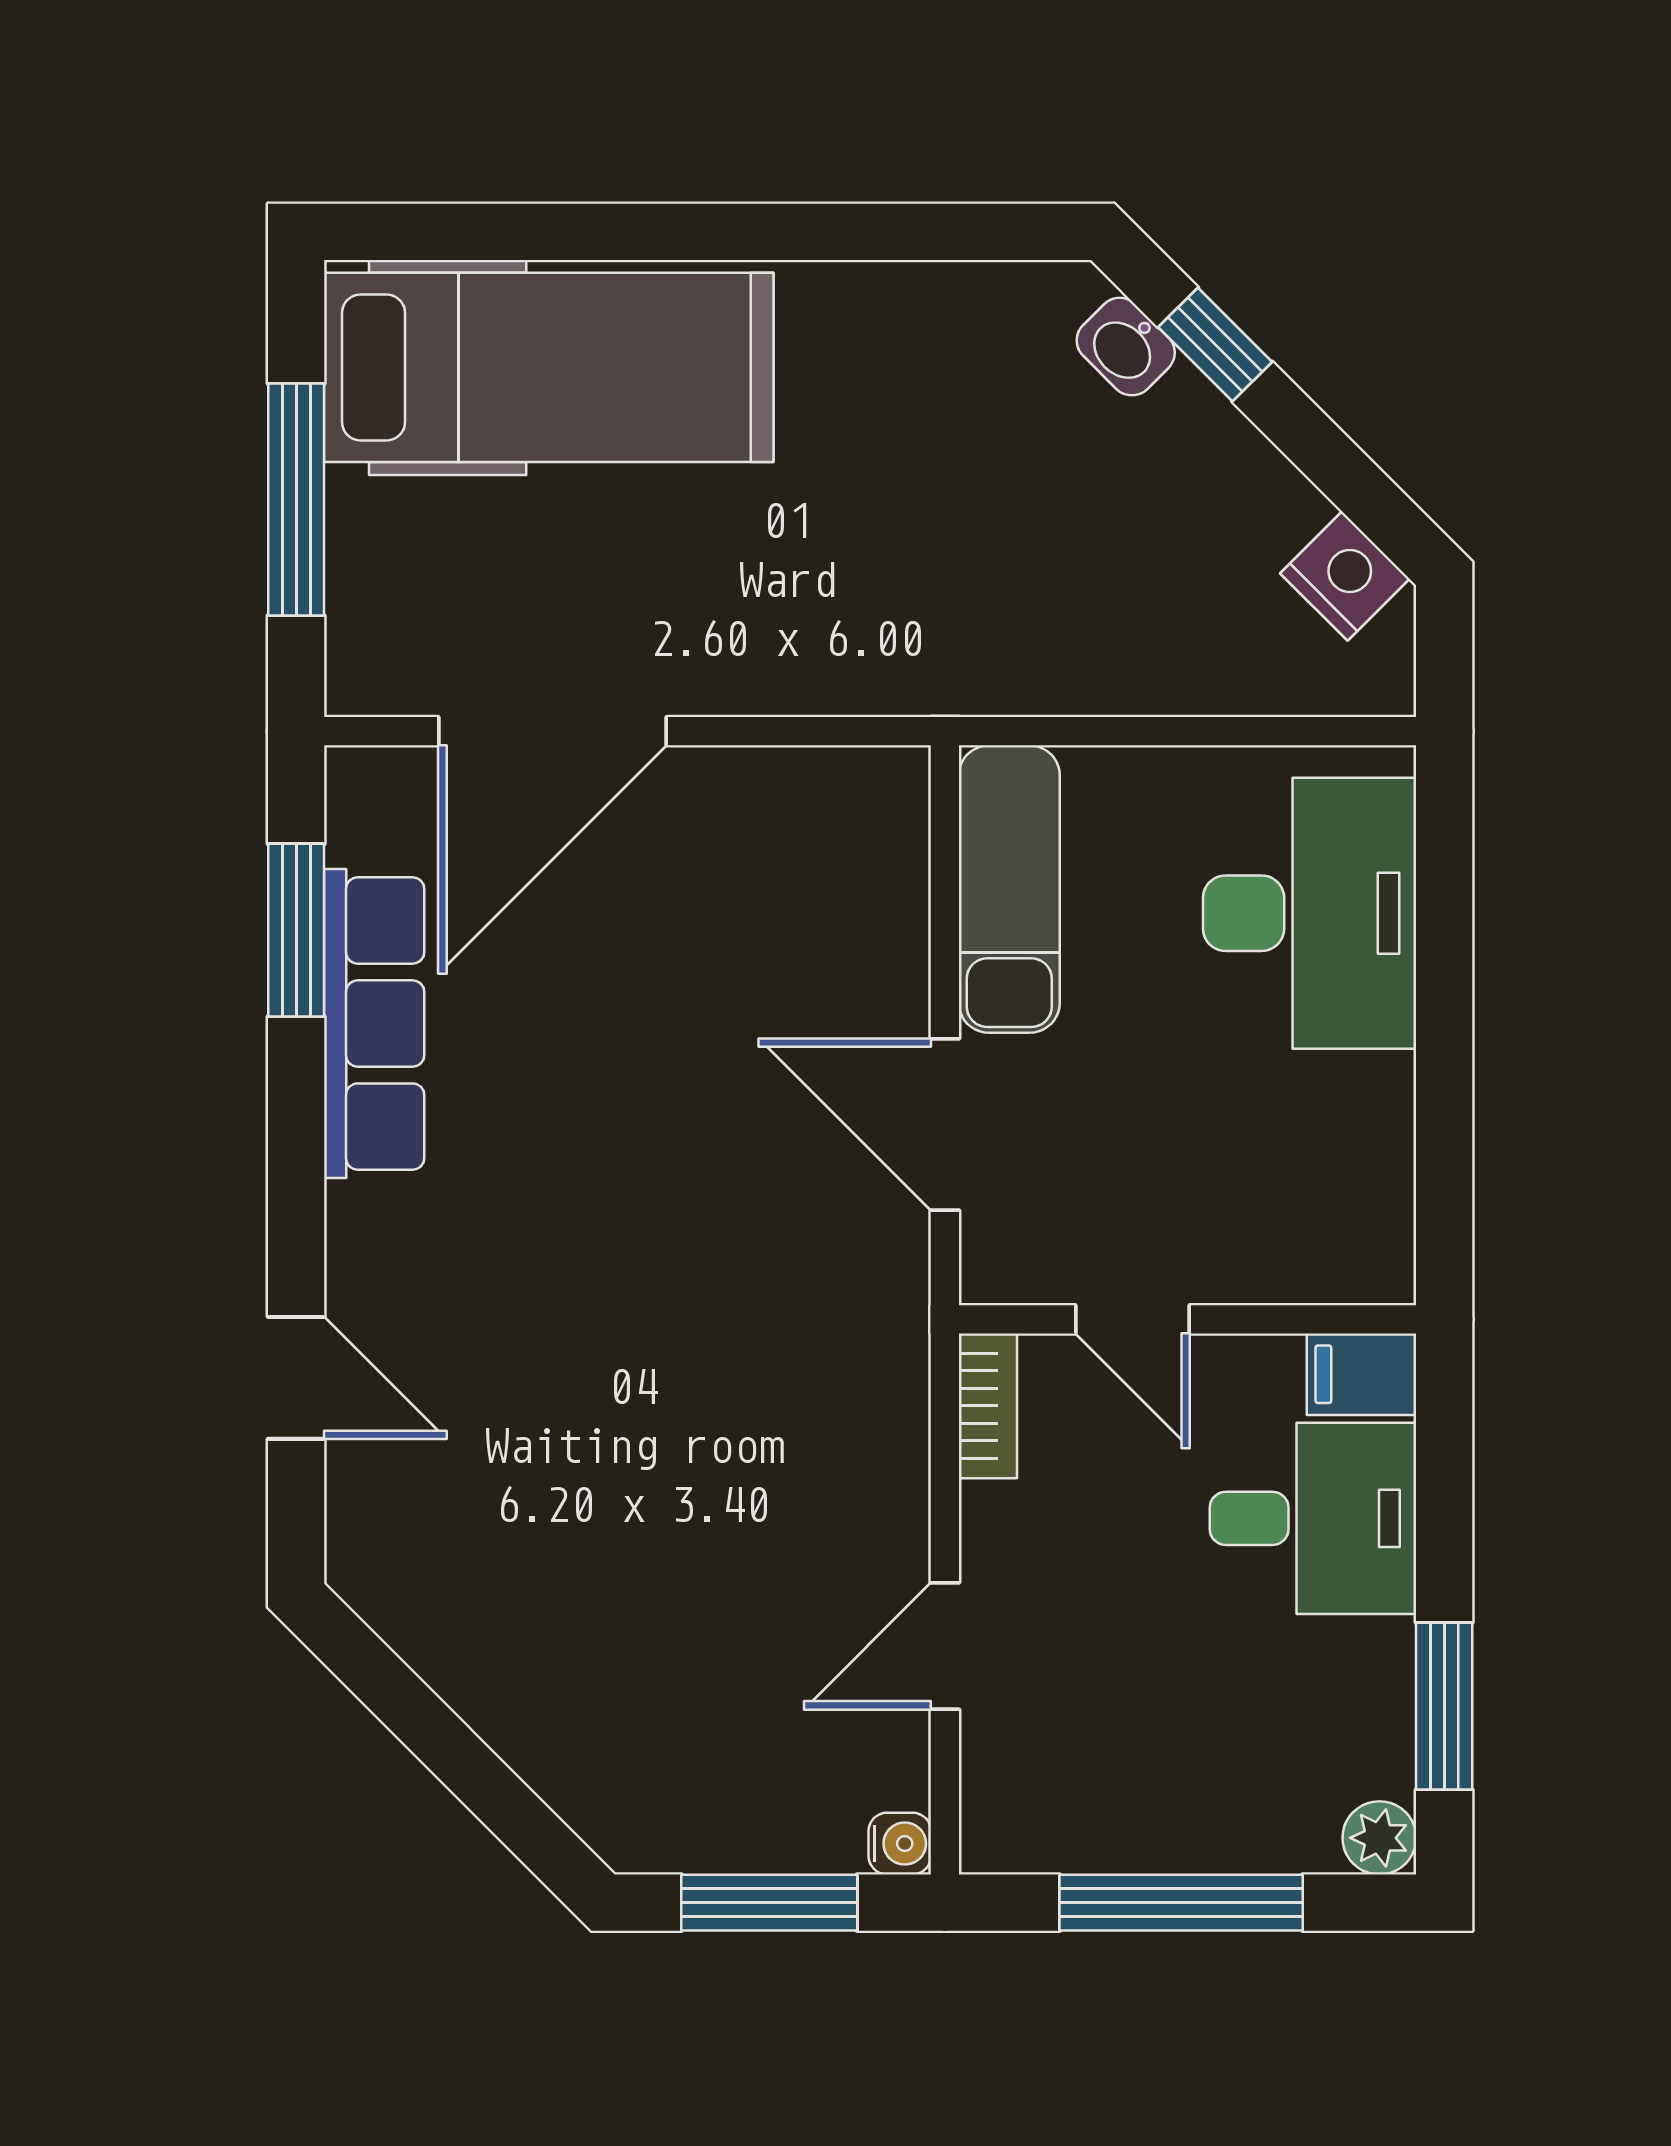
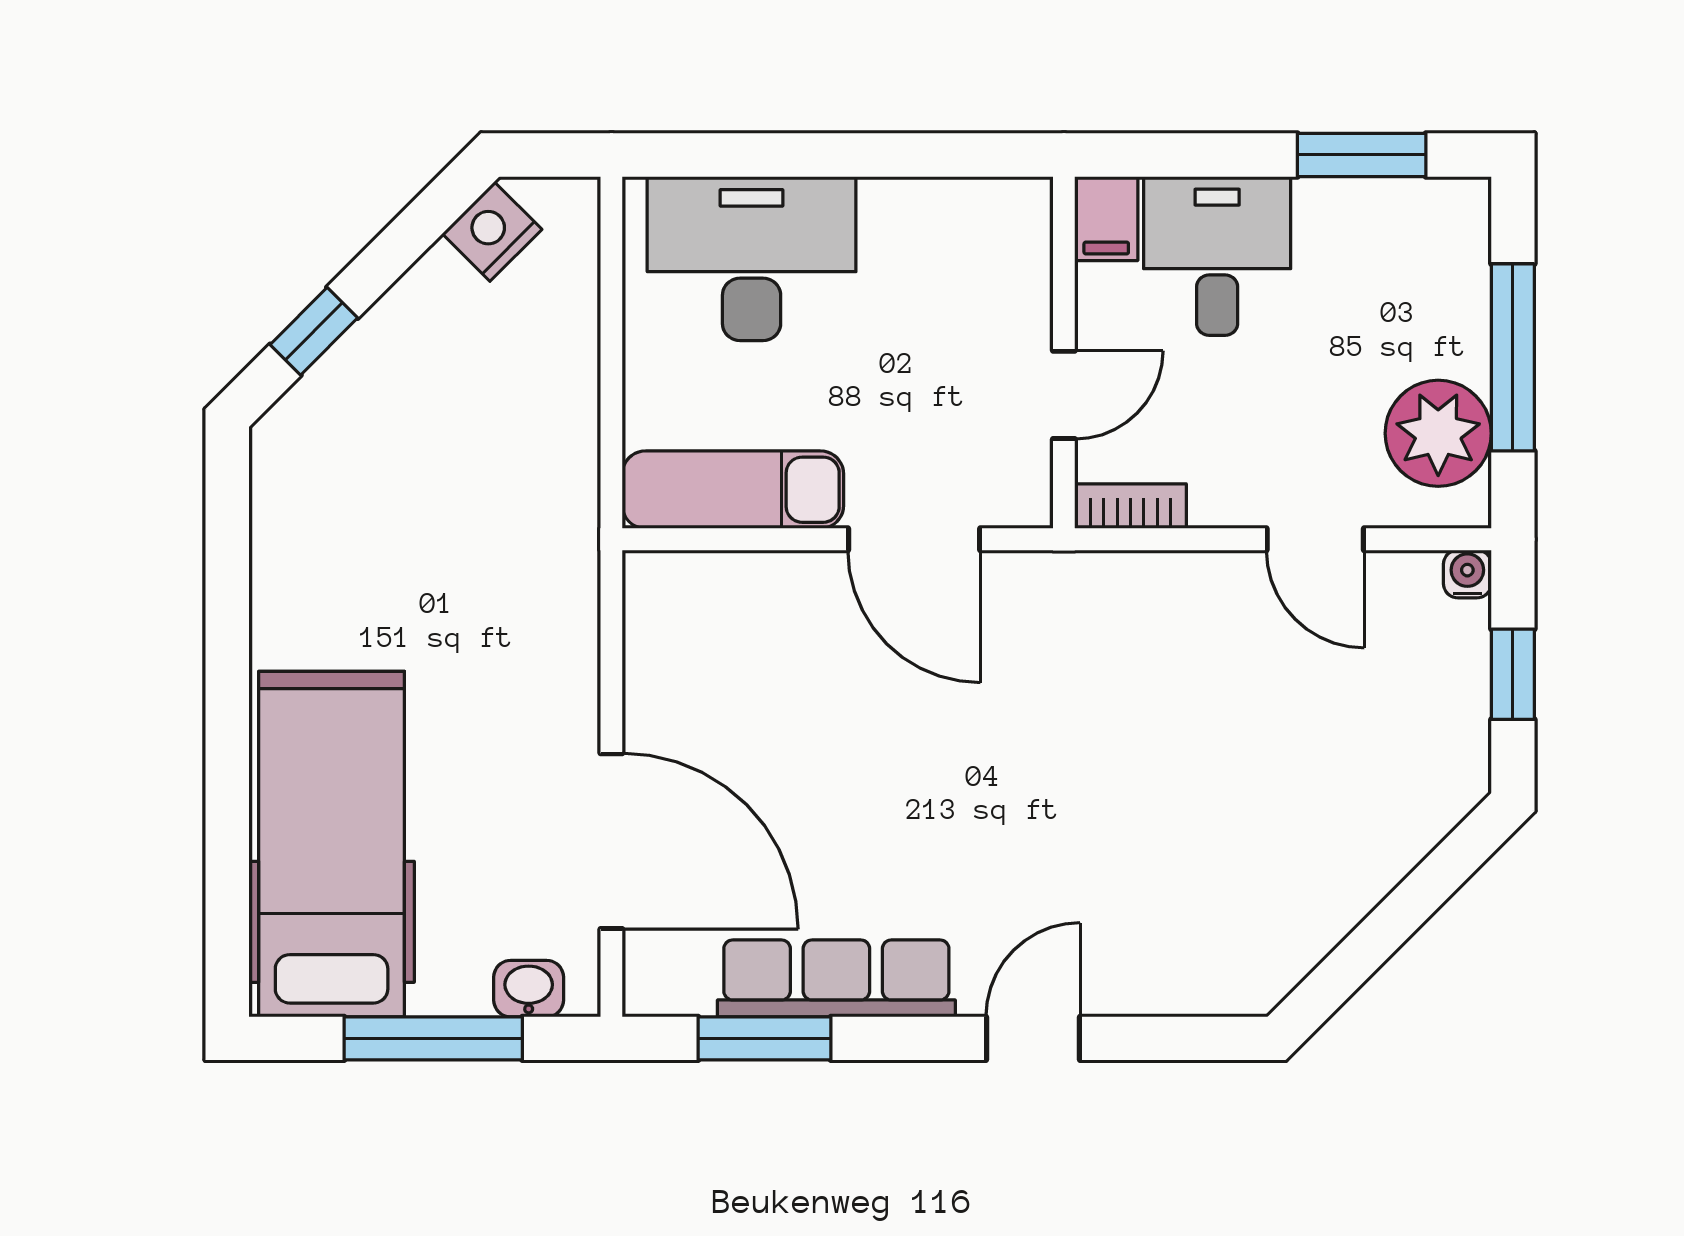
washbasin: (1126, 347) -> (529, 989), moved, turned -135
door: (945, 1125) -> (914, 539), hinge flipped
door: (296, 1378) -> (1033, 1038), moved
plant: (1379, 1838) -> (1438, 433), moved, width x1.87, depth x1.87
window: (769, 1903) -> (1513, 674), width x0.67

